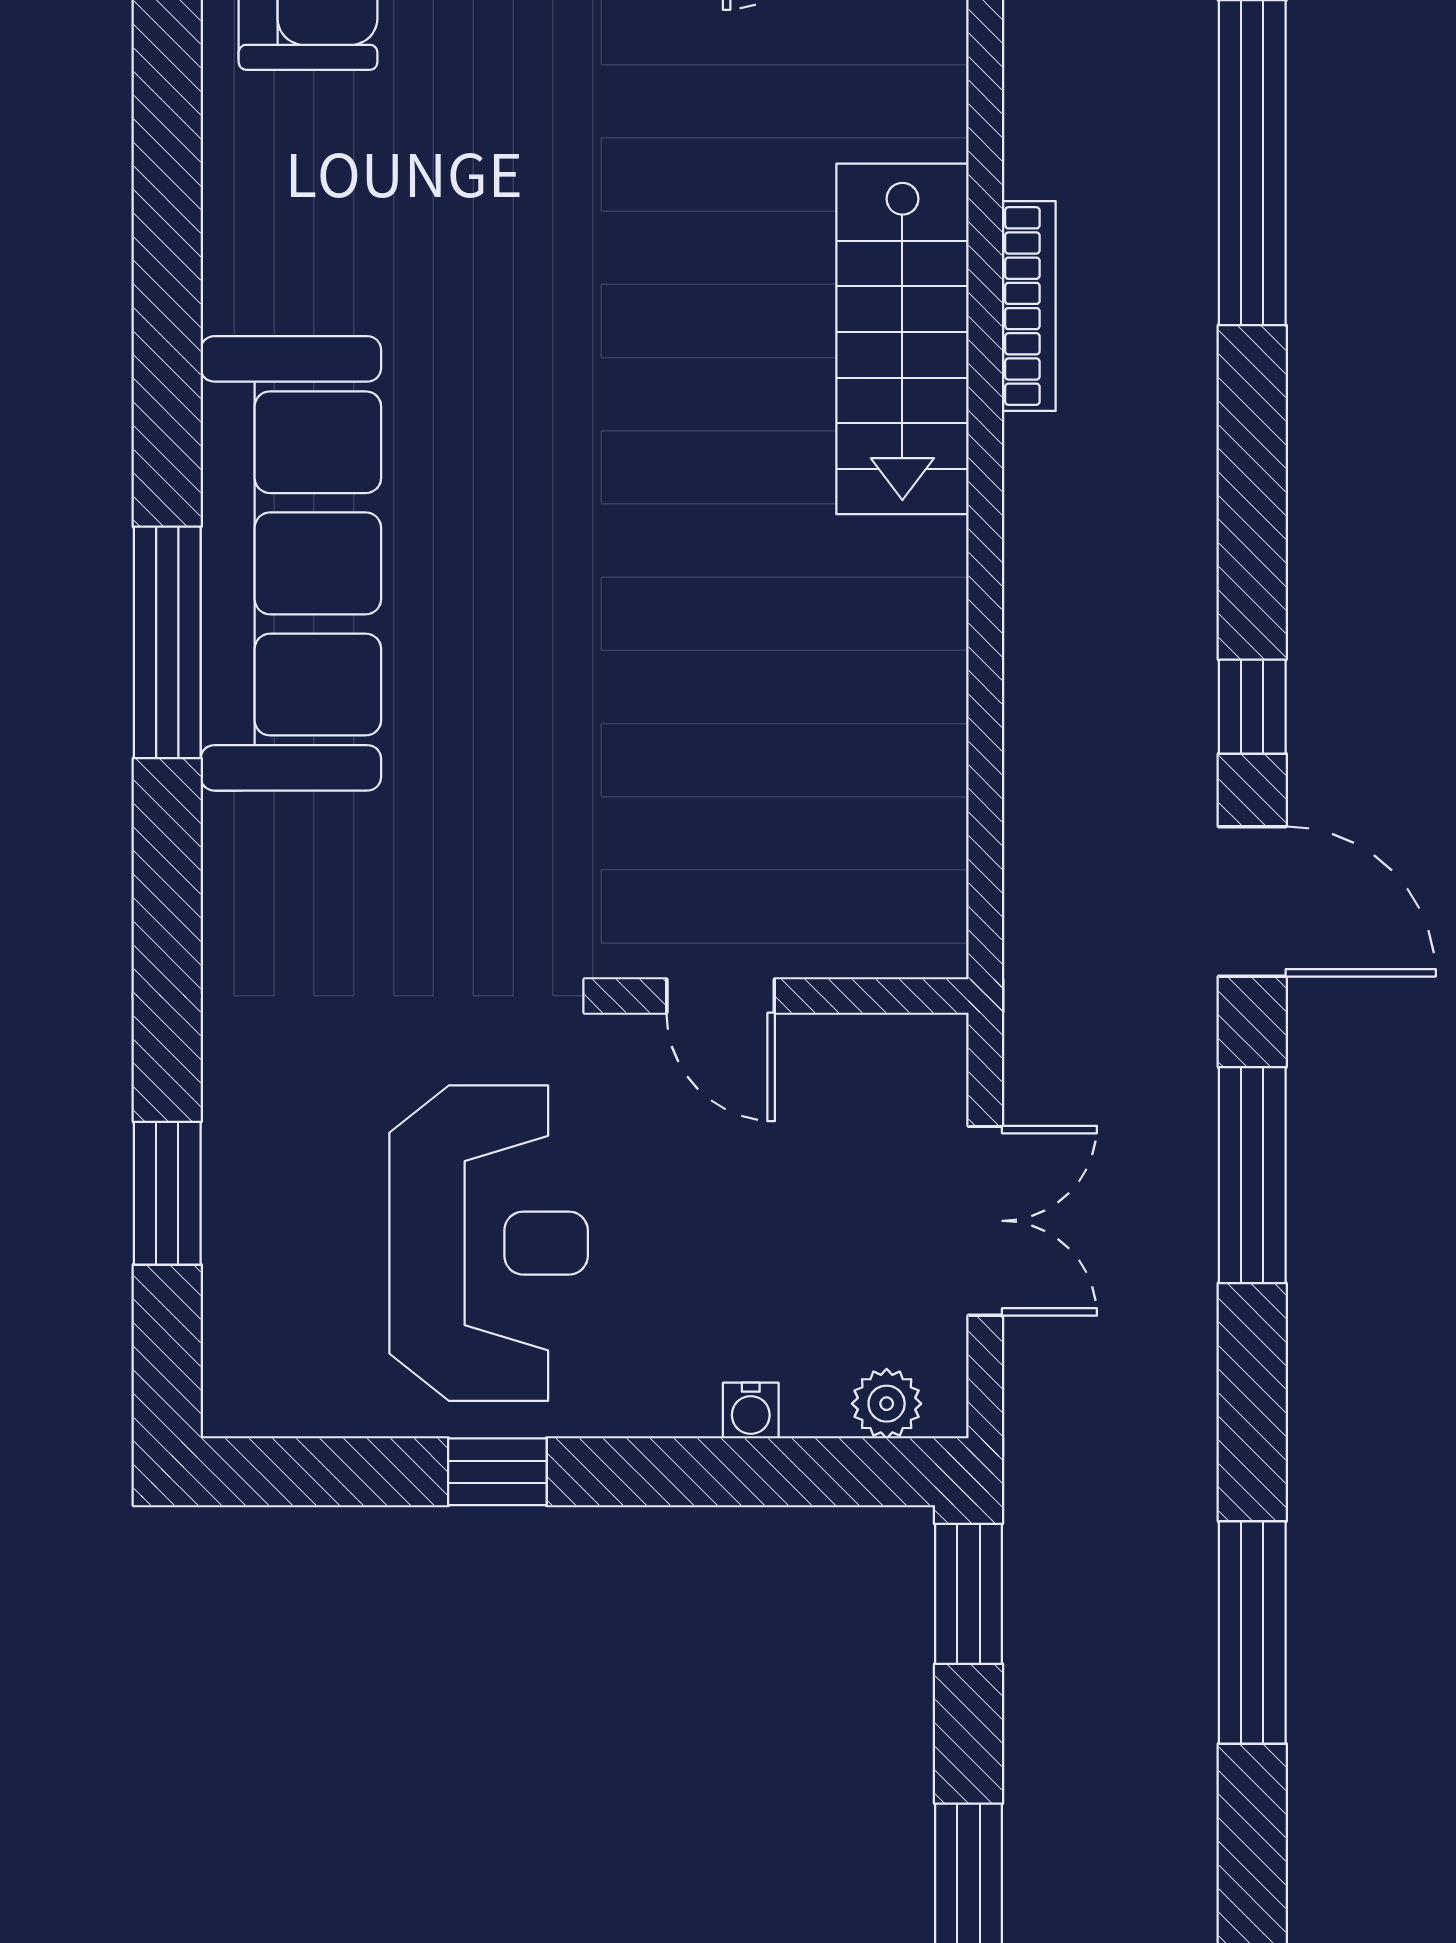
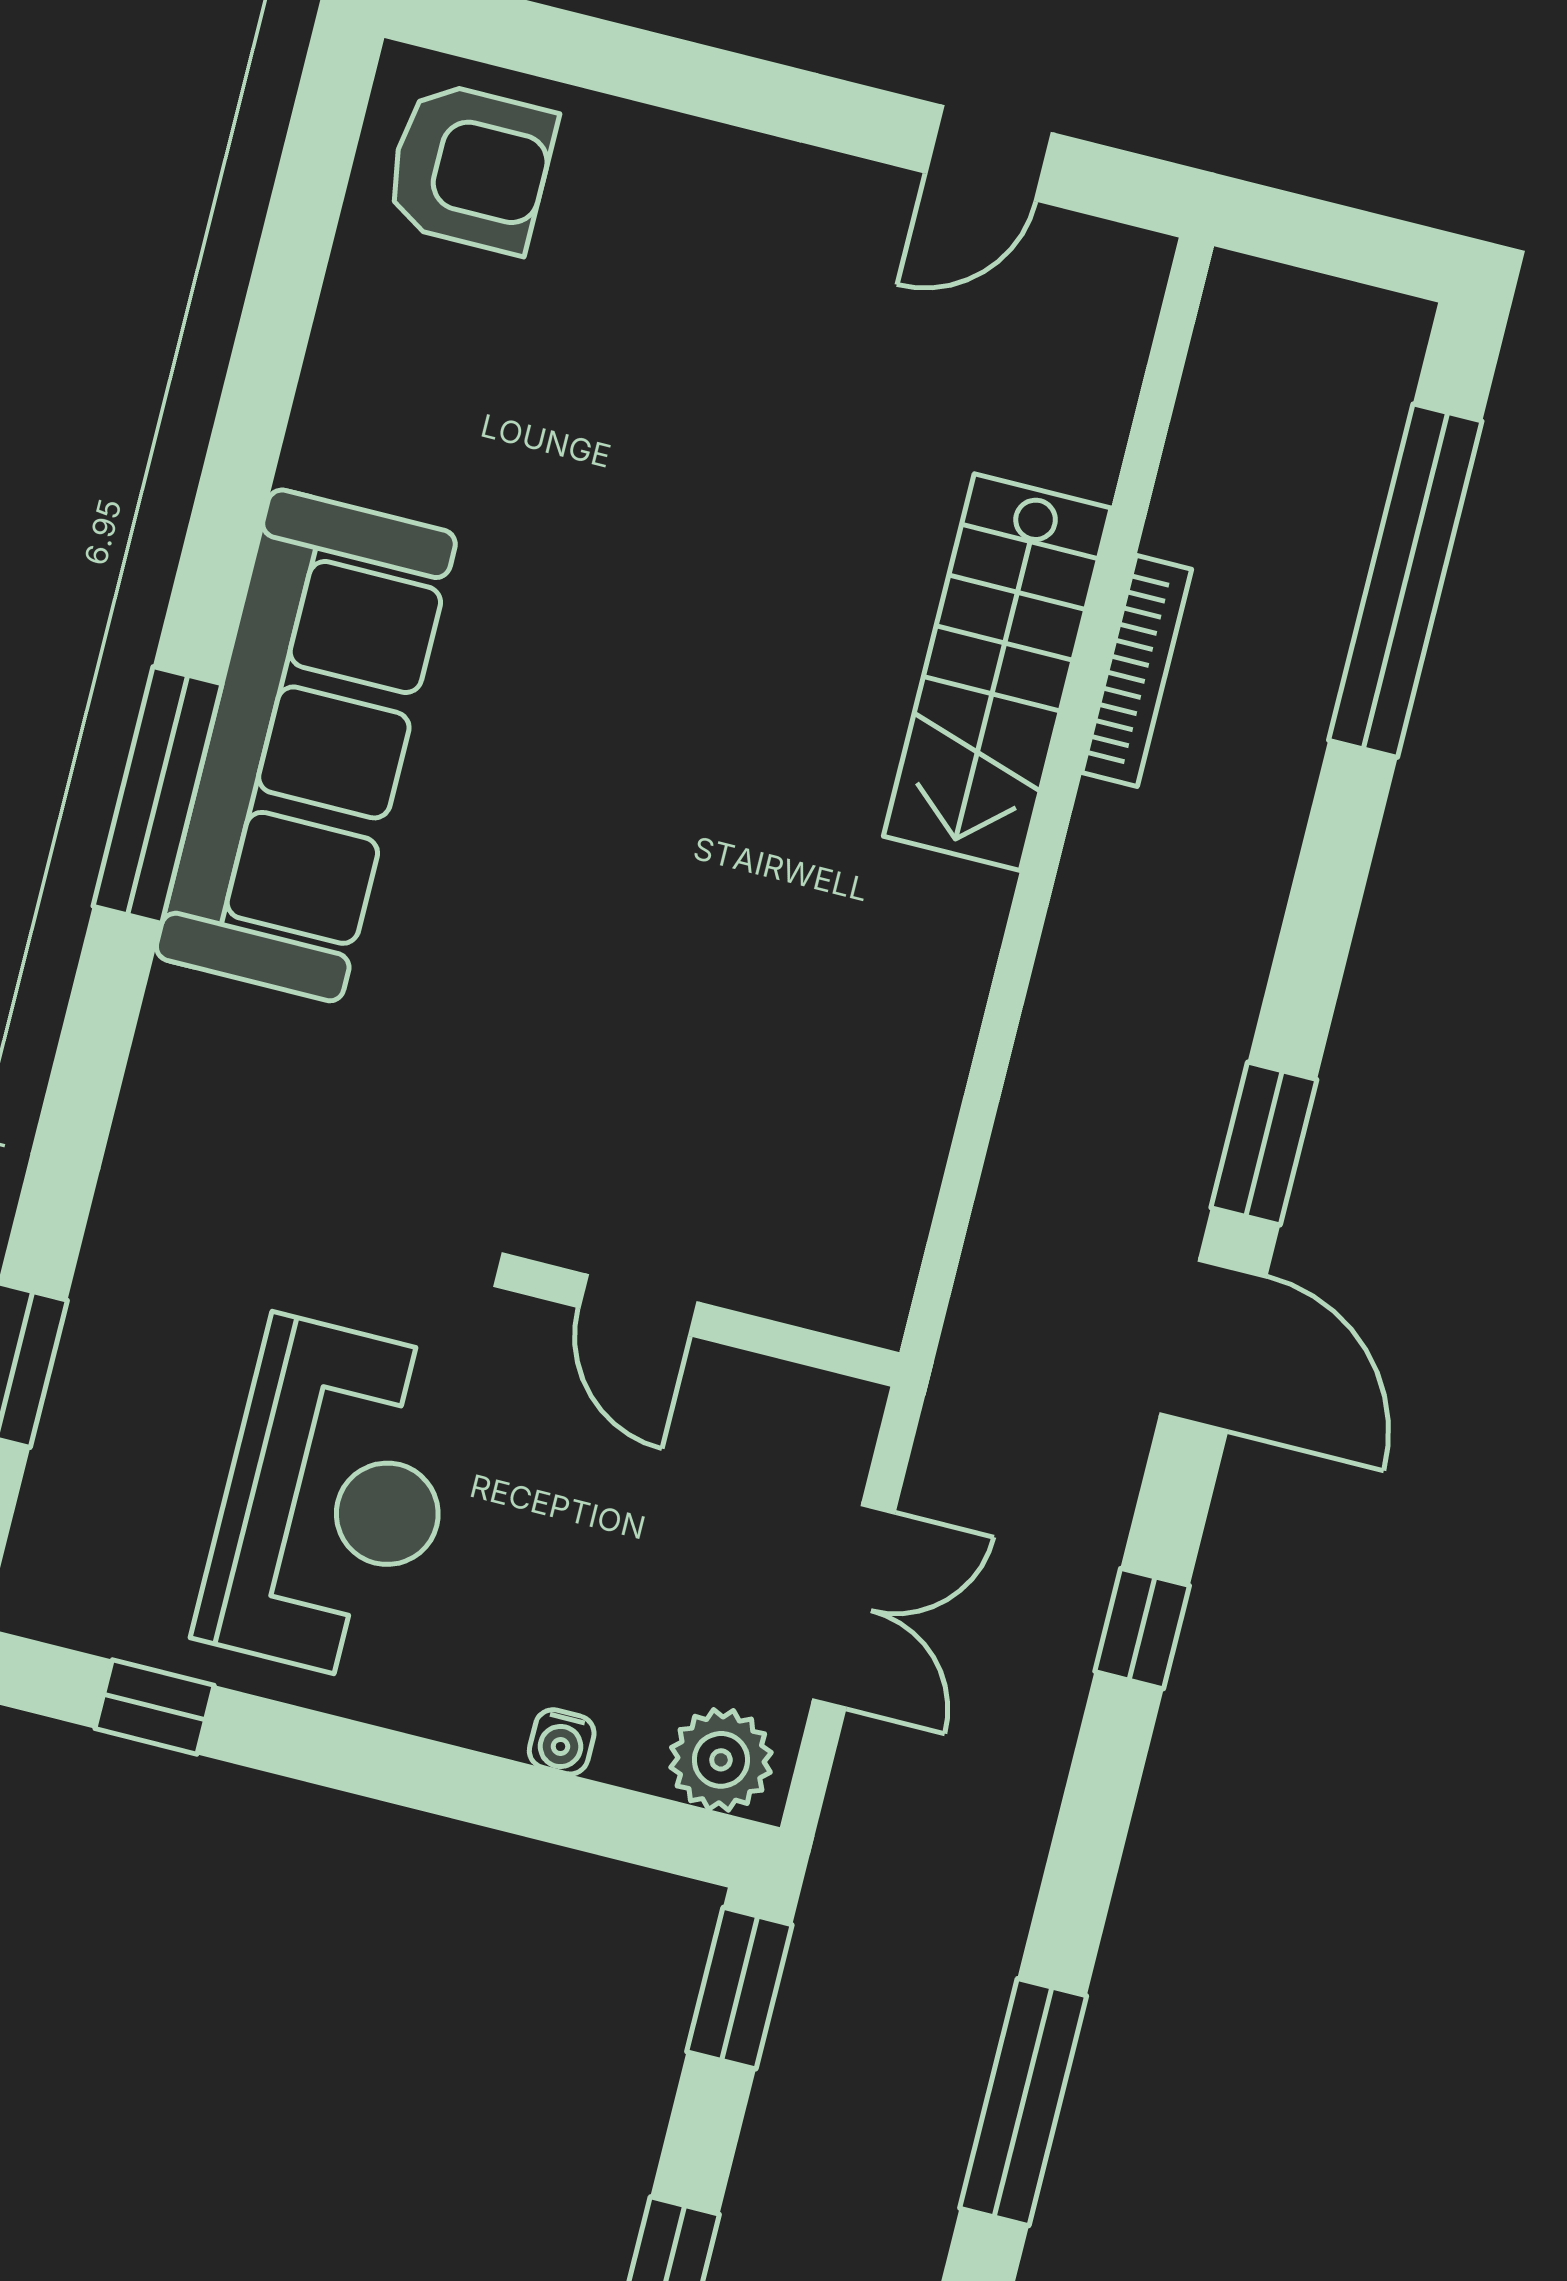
window: (1252, 707) -> (1264, 1144), width x1.50
window: (1252, 1175) -> (1142, 1629), width x0.46
plant: (887, 1404) -> (721, 1760), width x1.38, depth x1.38
window: (497, 1472) -> (155, 1707), moved

